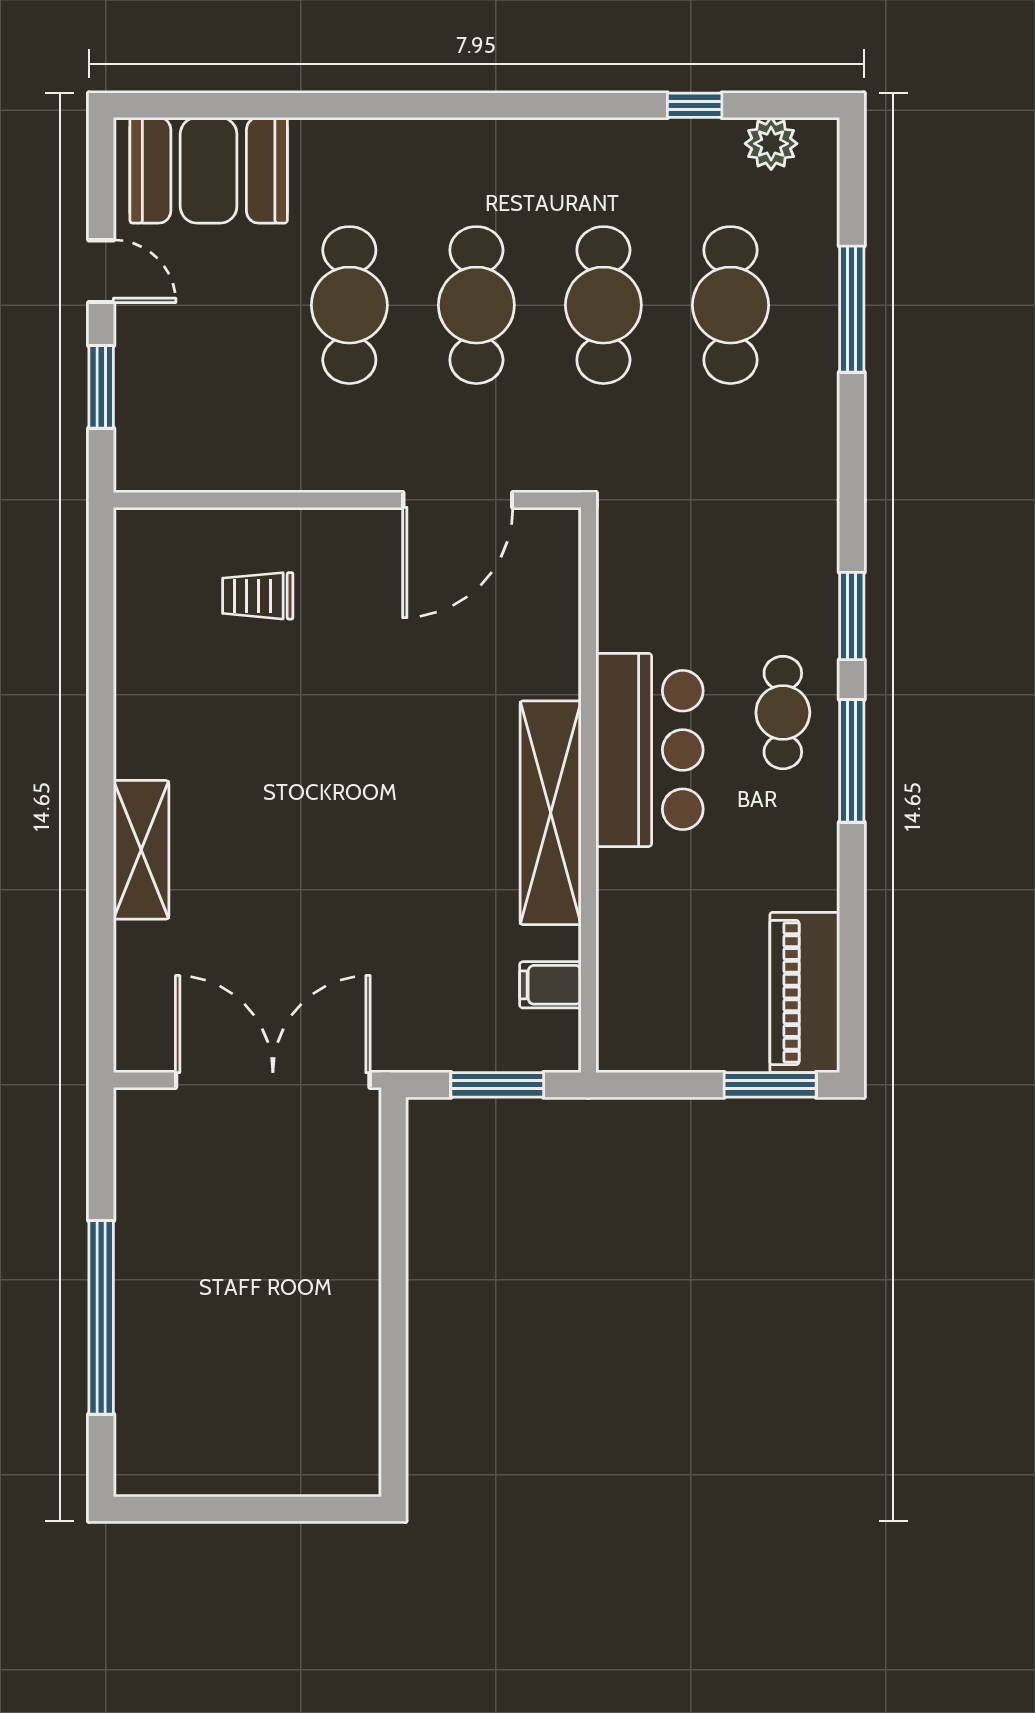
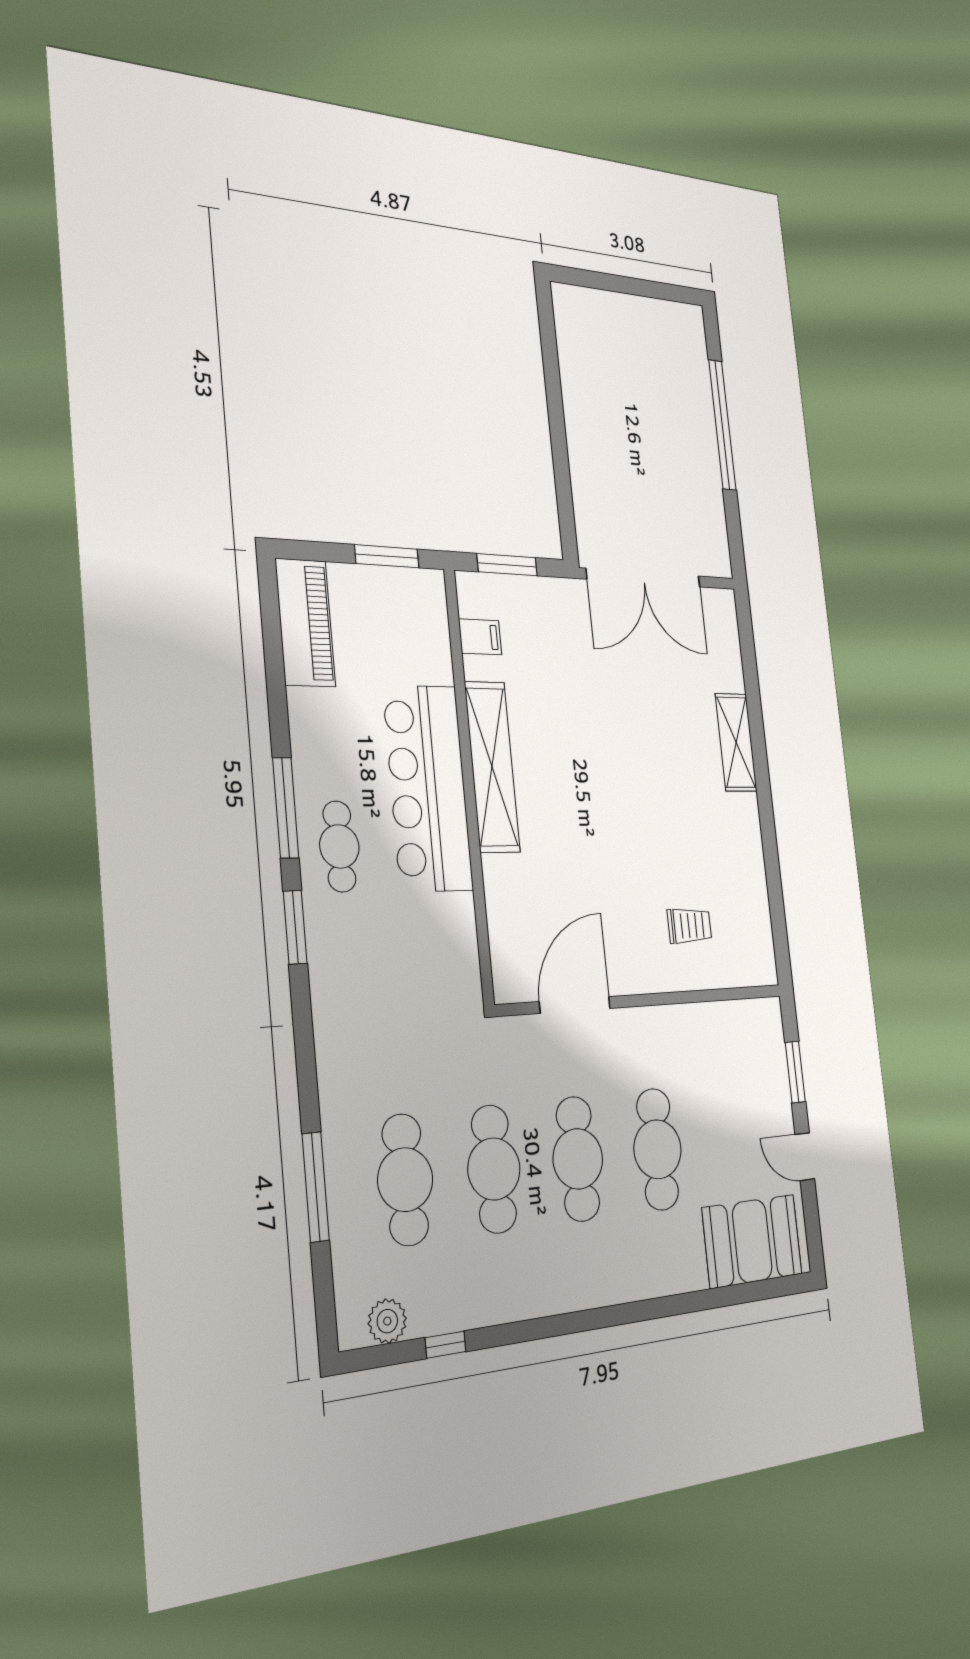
bar counter: (649, 750) -> (428, 788), width x1.36
window: (770, 1085) -> (387, 556), moved

